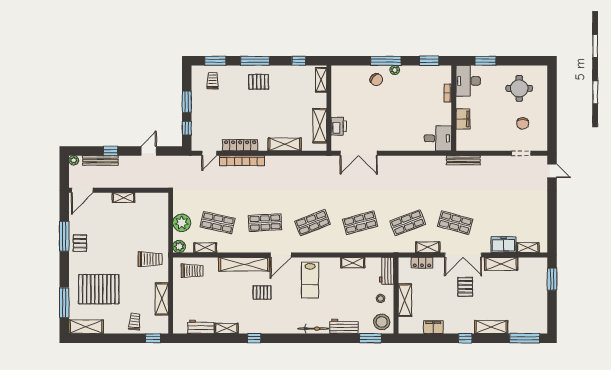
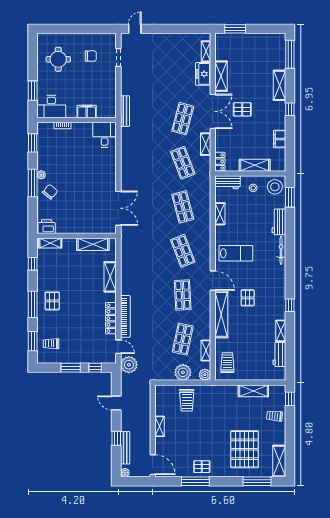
printer: (339, 126) -> (47, 227), moved
plant: (190, 165) -> (129, 365), added
trolley: (150, 259) -> (187, 400), moved, turned 180
locker: (422, 263) -> (220, 162), moved

